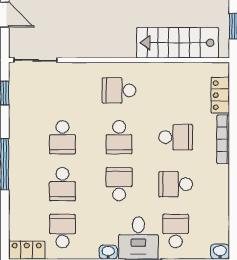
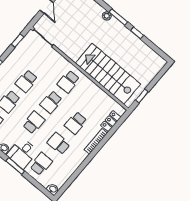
stairs: (177, 43) -> (108, 74), width x1.36, depth x1.51
school desk: (119, 90) -> (68, 82), turned -90
school desk: (176, 137) -> (76, 123), turned 90

